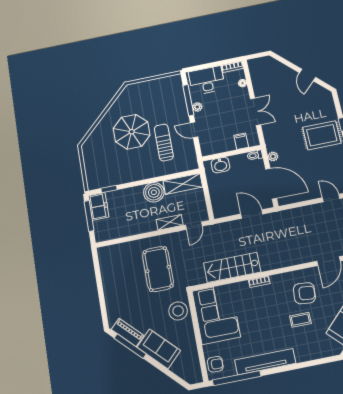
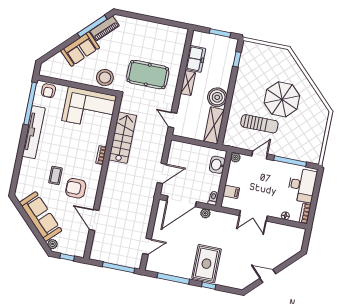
plant: (197, 107) -> (235, 158), moved
freezer: (99, 206) -> (195, 59), moved, turned -90
window: (89, 216) -> (220, 33), width x0.69
shelving: (170, 222) -> (188, 83), moved
armchair: (304, 293) -> (76, 188), turned 85

